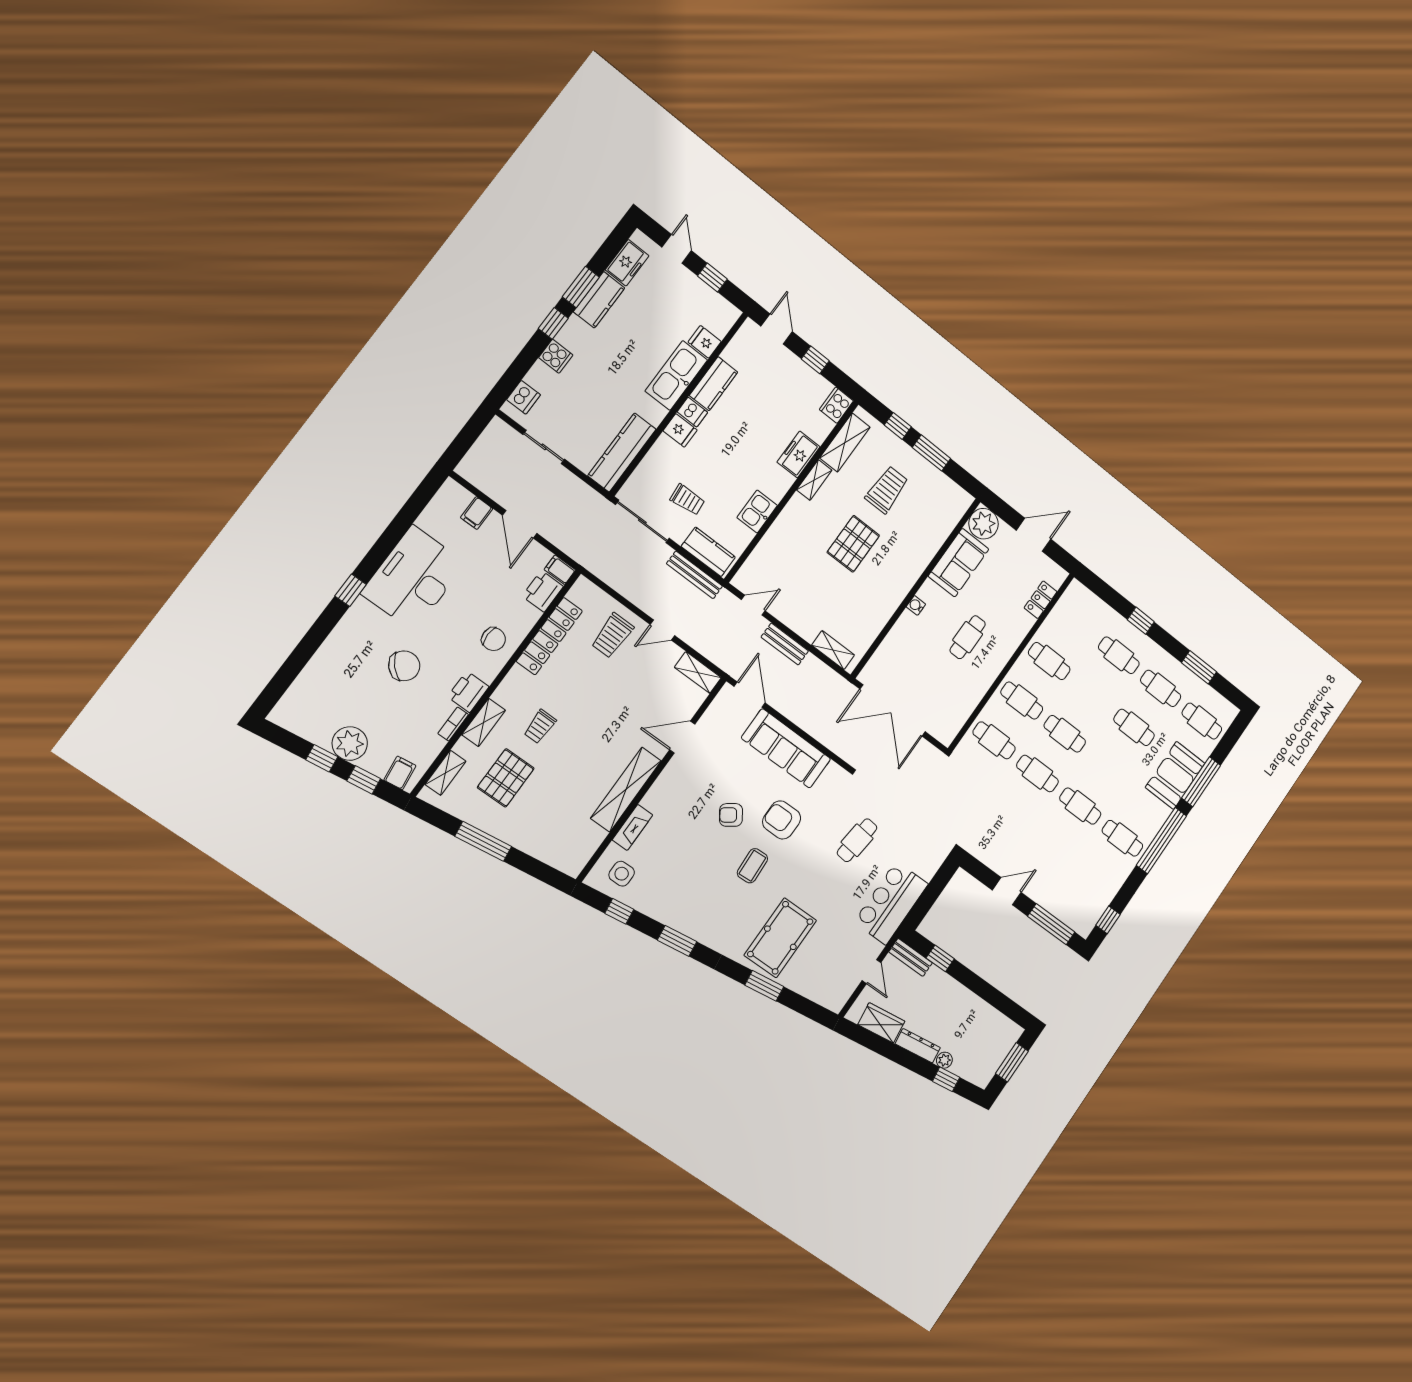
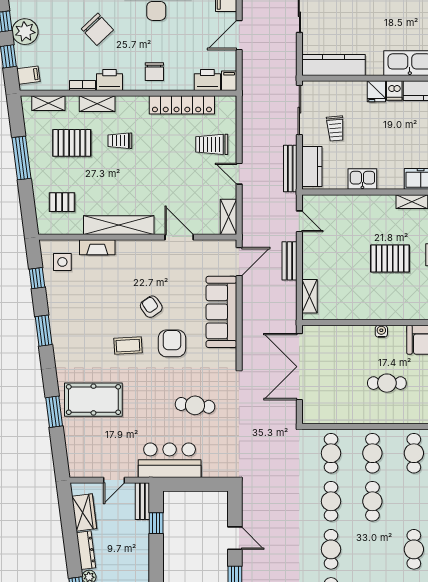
pallet: (560, 831) -> (62, 202), added

